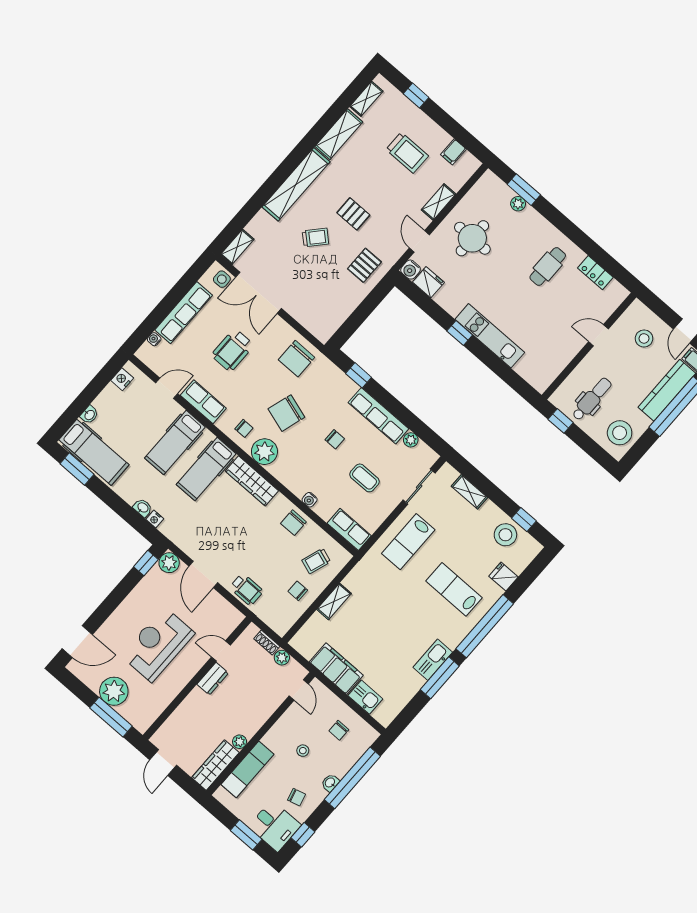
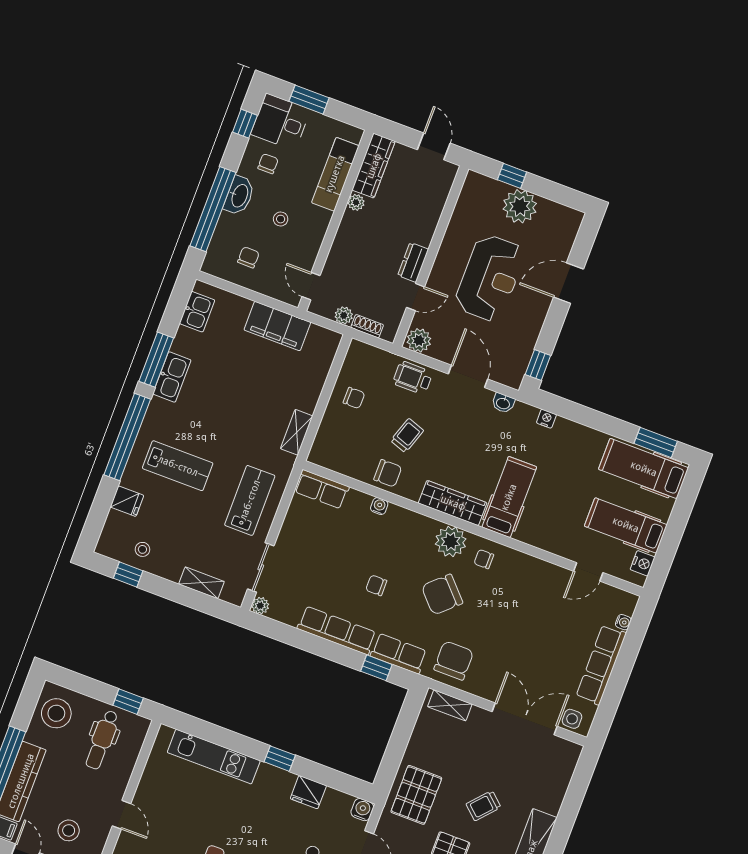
shelving: (237, 247) -> (450, 705), moved, turned 90
pallet: (364, 265) -> (416, 795), width x1.50, depth x1.42
fridge: (428, 282) -> (308, 792), moved
door: (598, 335) -> (122, 815), hinge flipped
kitchen unit: (490, 336) -> (214, 757), moved
wheelchair: (233, 350) -> (530, 643), removed
row of seats: (203, 402) -> (399, 654), moved, turned 180
chair: (286, 413) -> (442, 595), turned -150
washbasin: (89, 415) -> (665, 509), removed
plant: (411, 440) -> (260, 606), moved
hospital bed: (175, 443) -> (626, 525), moved, turned -90
coffee table: (364, 478) -> (326, 554), removed
washbasin: (143, 508) -> (503, 403), moved
chair: (293, 523) -> (388, 473), turned 90
stool: (505, 535) -> (142, 549), width x0.53, depth x0.53
trolley: (316, 561) -> (407, 436), moved
plant: (169, 563) -> (419, 340), moved
shelving: (334, 601) -> (297, 432), moved
door: (77, 642) -> (569, 283), moved
kitchen sink: (365, 697) -> (197, 312), moved, turned -90
window: (111, 717) -> (512, 176), width x0.46
washbasin: (330, 783) -> (239, 196), width x1.91, depth x1.45
chair: (297, 797) -> (268, 164), turned 105

